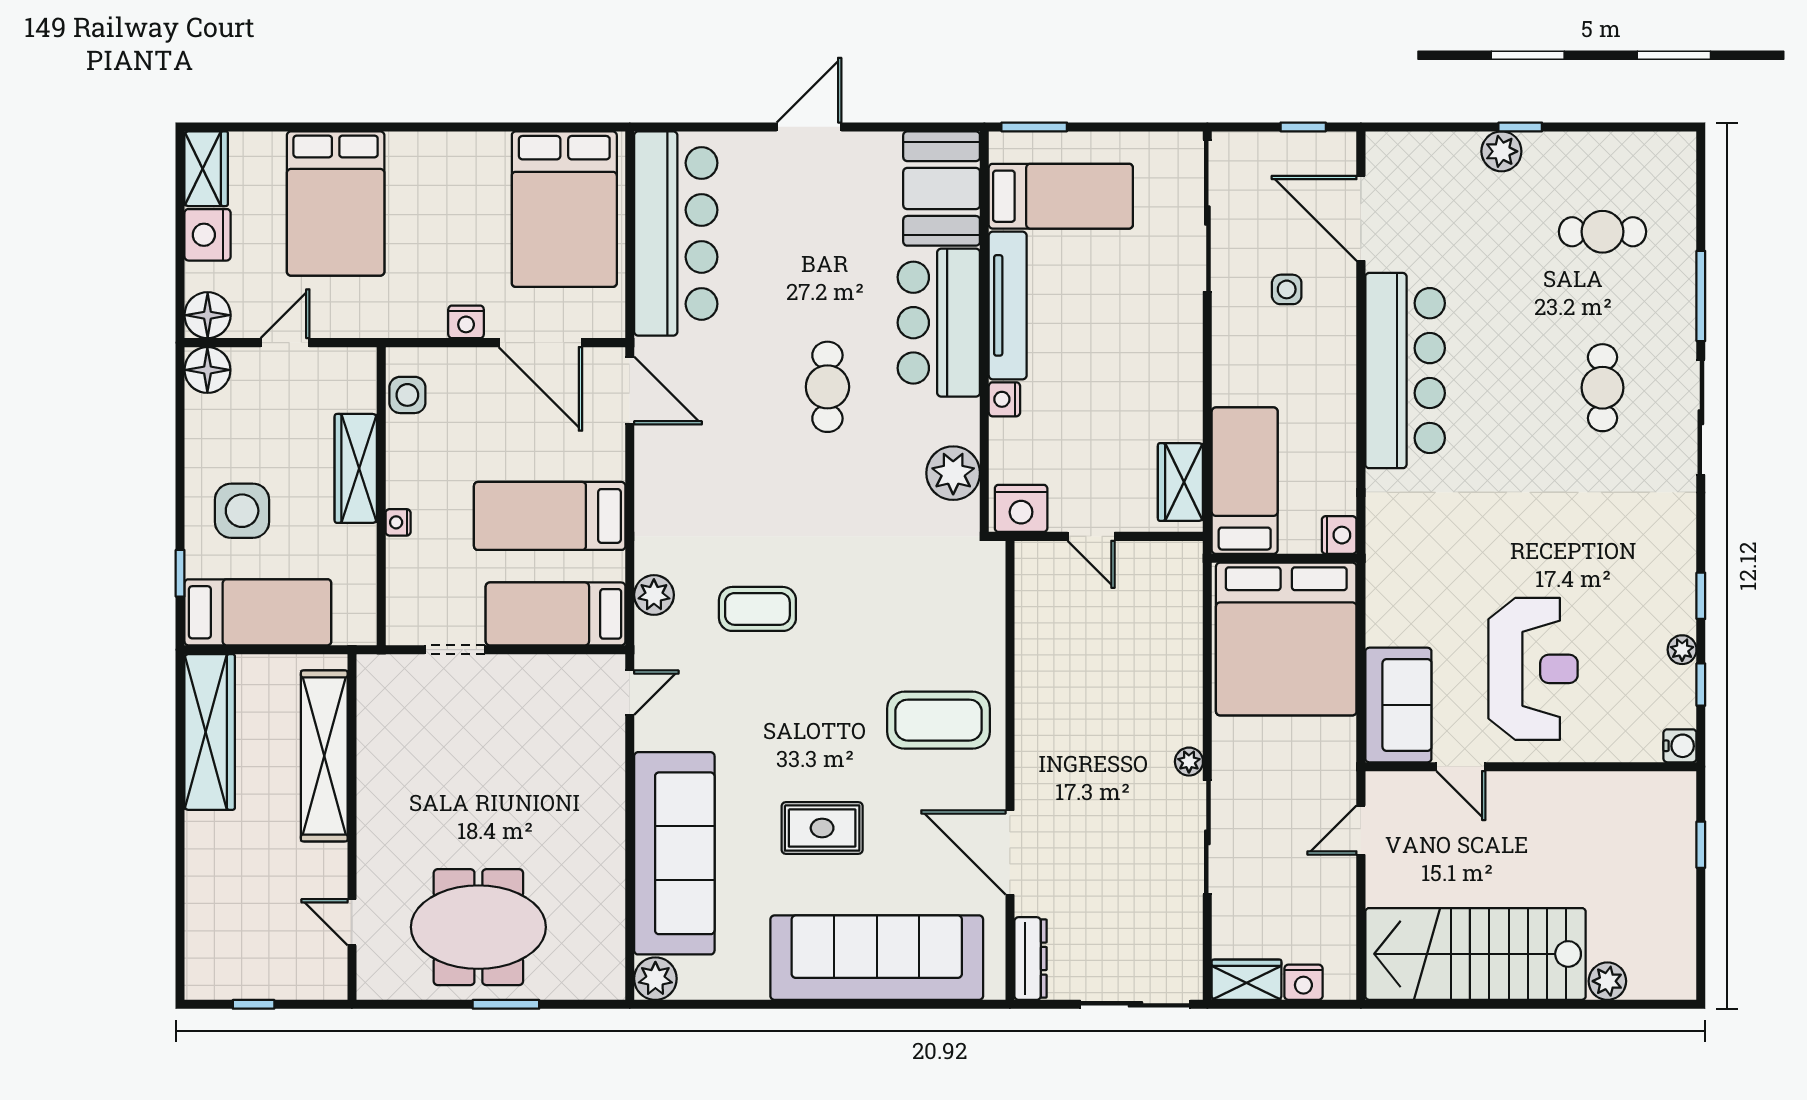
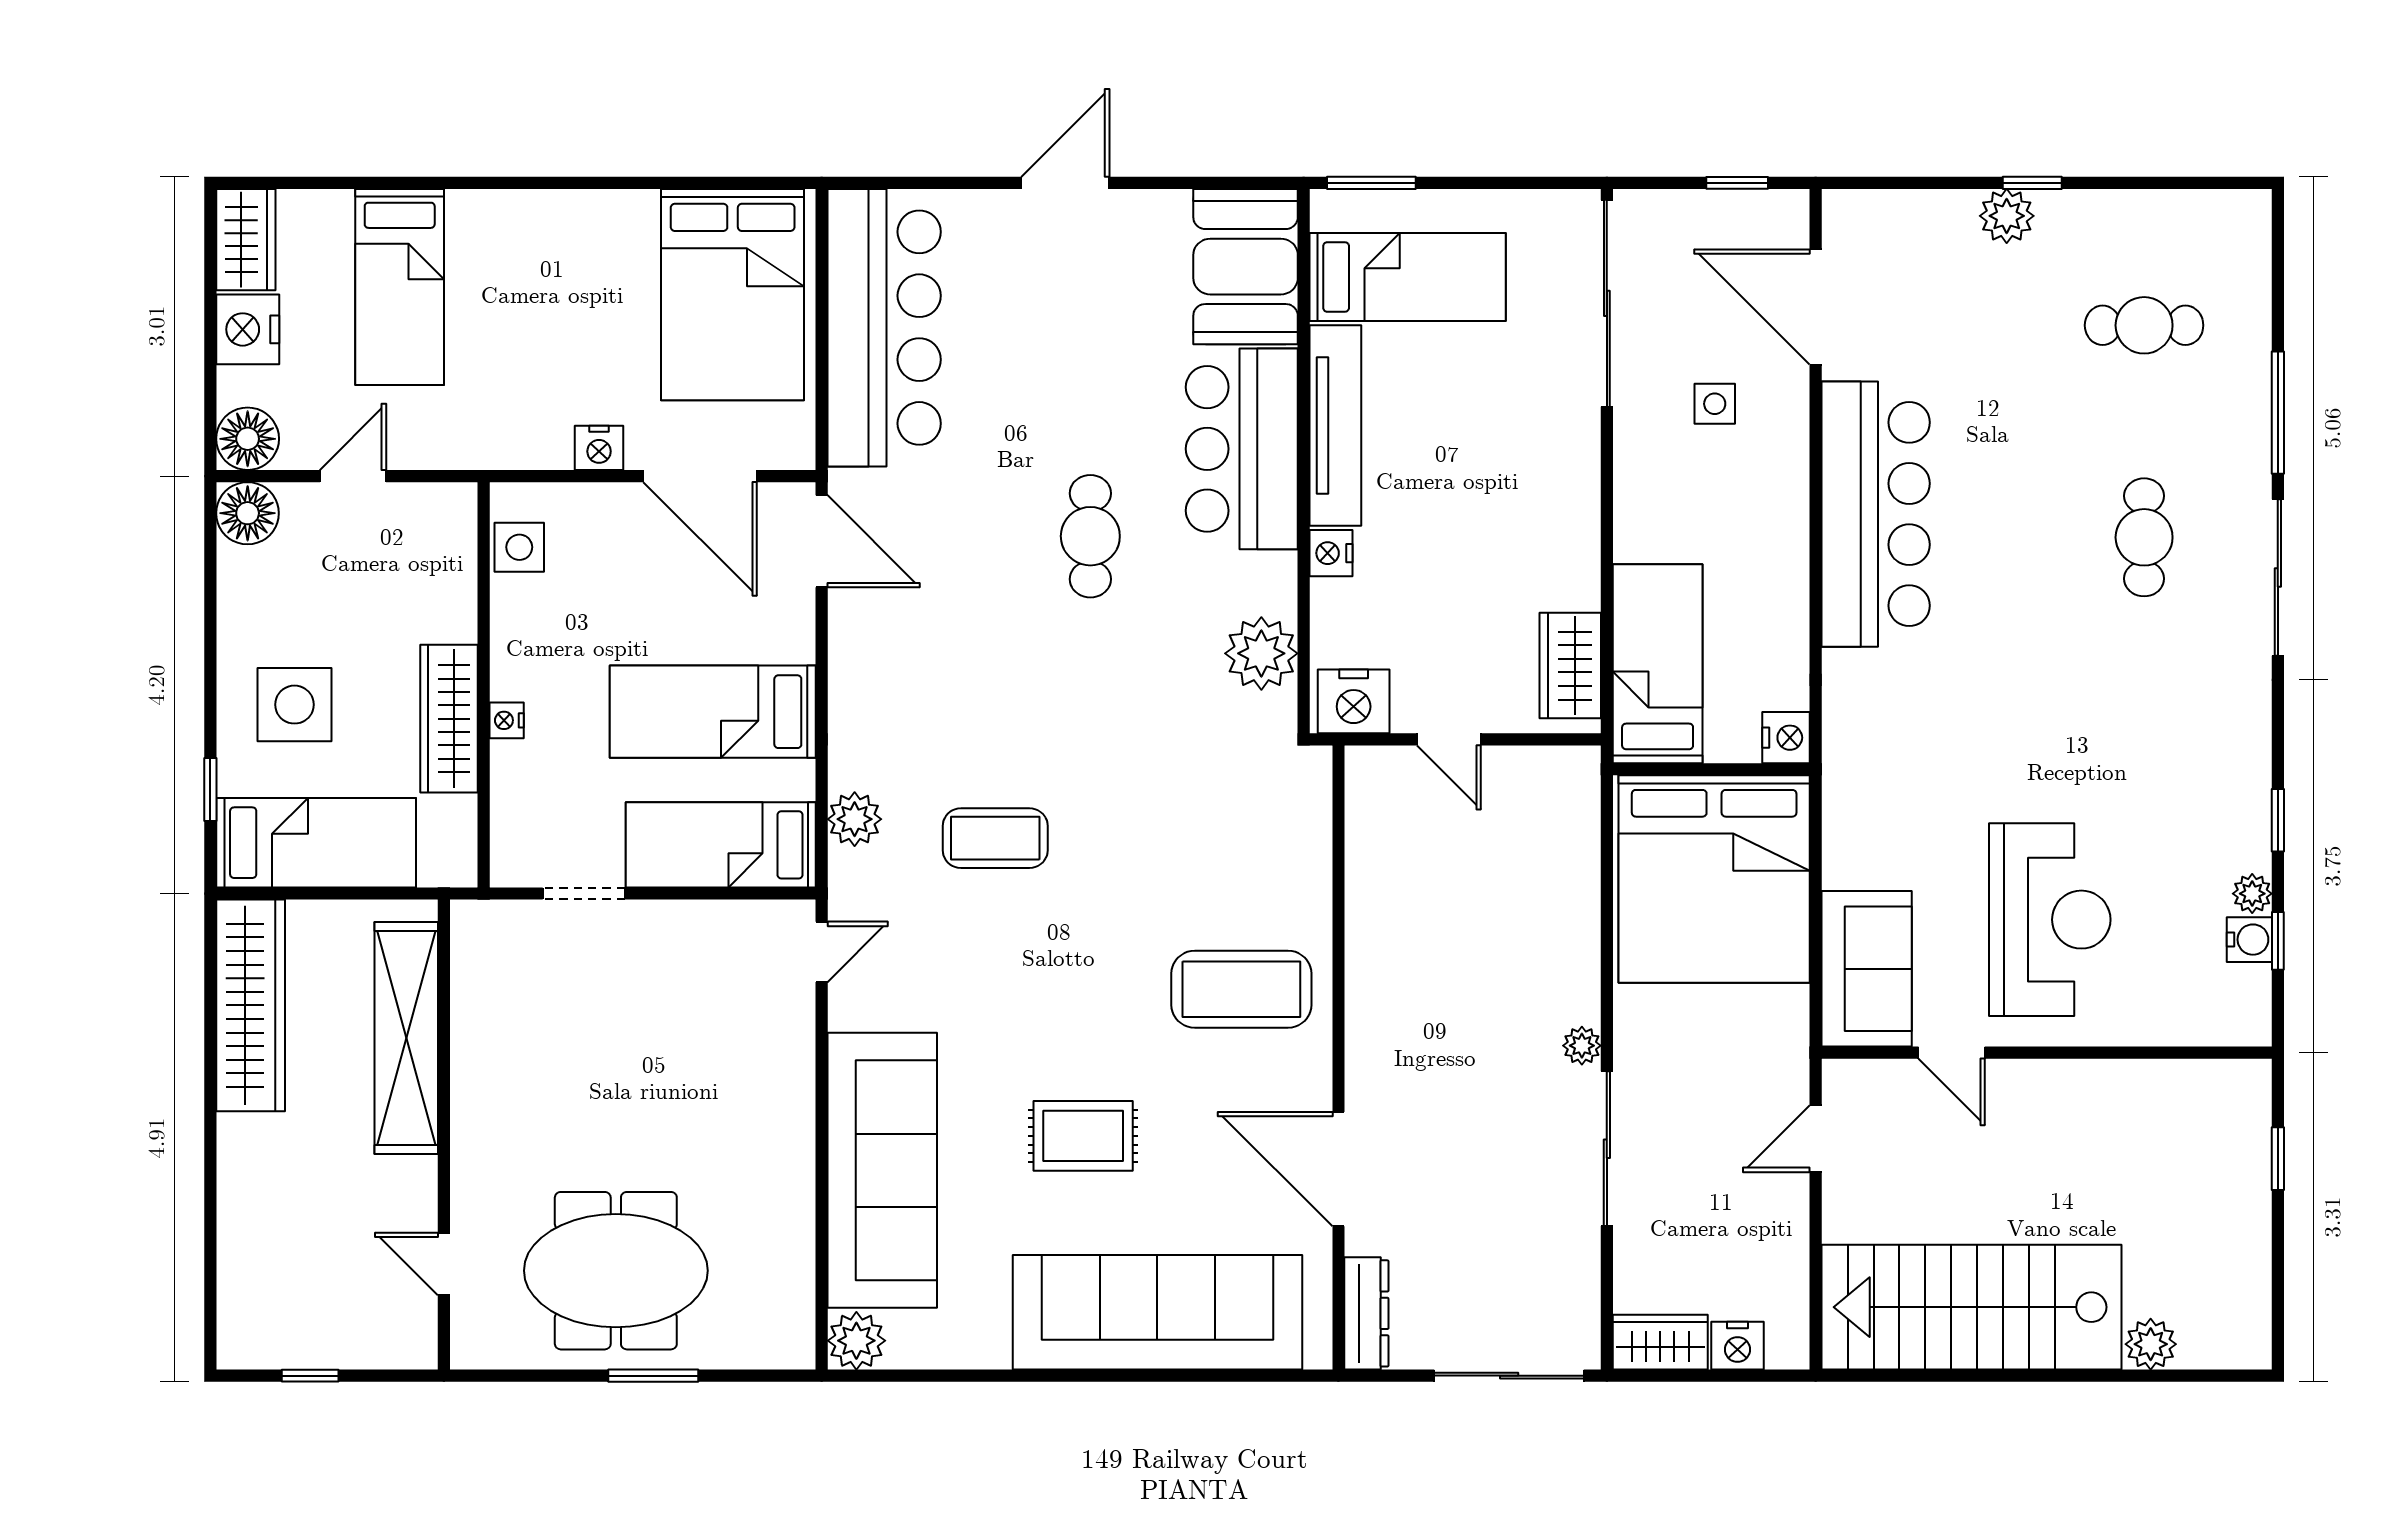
bed: (336, 203) -> (400, 287), width x0.67
wardrobe: (356, 468) -> (449, 719), moved
water cooler: (1680, 746) -> (2249, 940), moved

